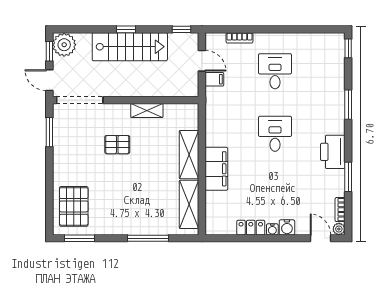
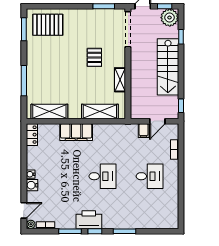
window: (126, 29) -> (181, 37), moved
window: (348, 48) -> (95, 231), moved
shelving: (189, 155) -> (100, 111), moved
locker: (251, 228) -> (32, 135), moved

